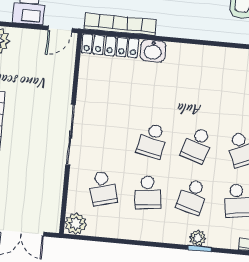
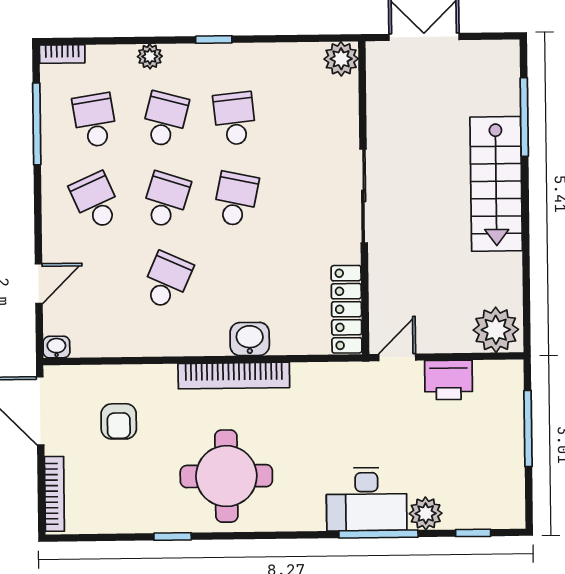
bookcase: (120, 24) -> (234, 376), moved
locker: (110, 46) -> (347, 309), moved, turned -90
school desk: (103, 188) -> (167, 281), moved, turned 39
window: (200, 249) -> (214, 40), moved

